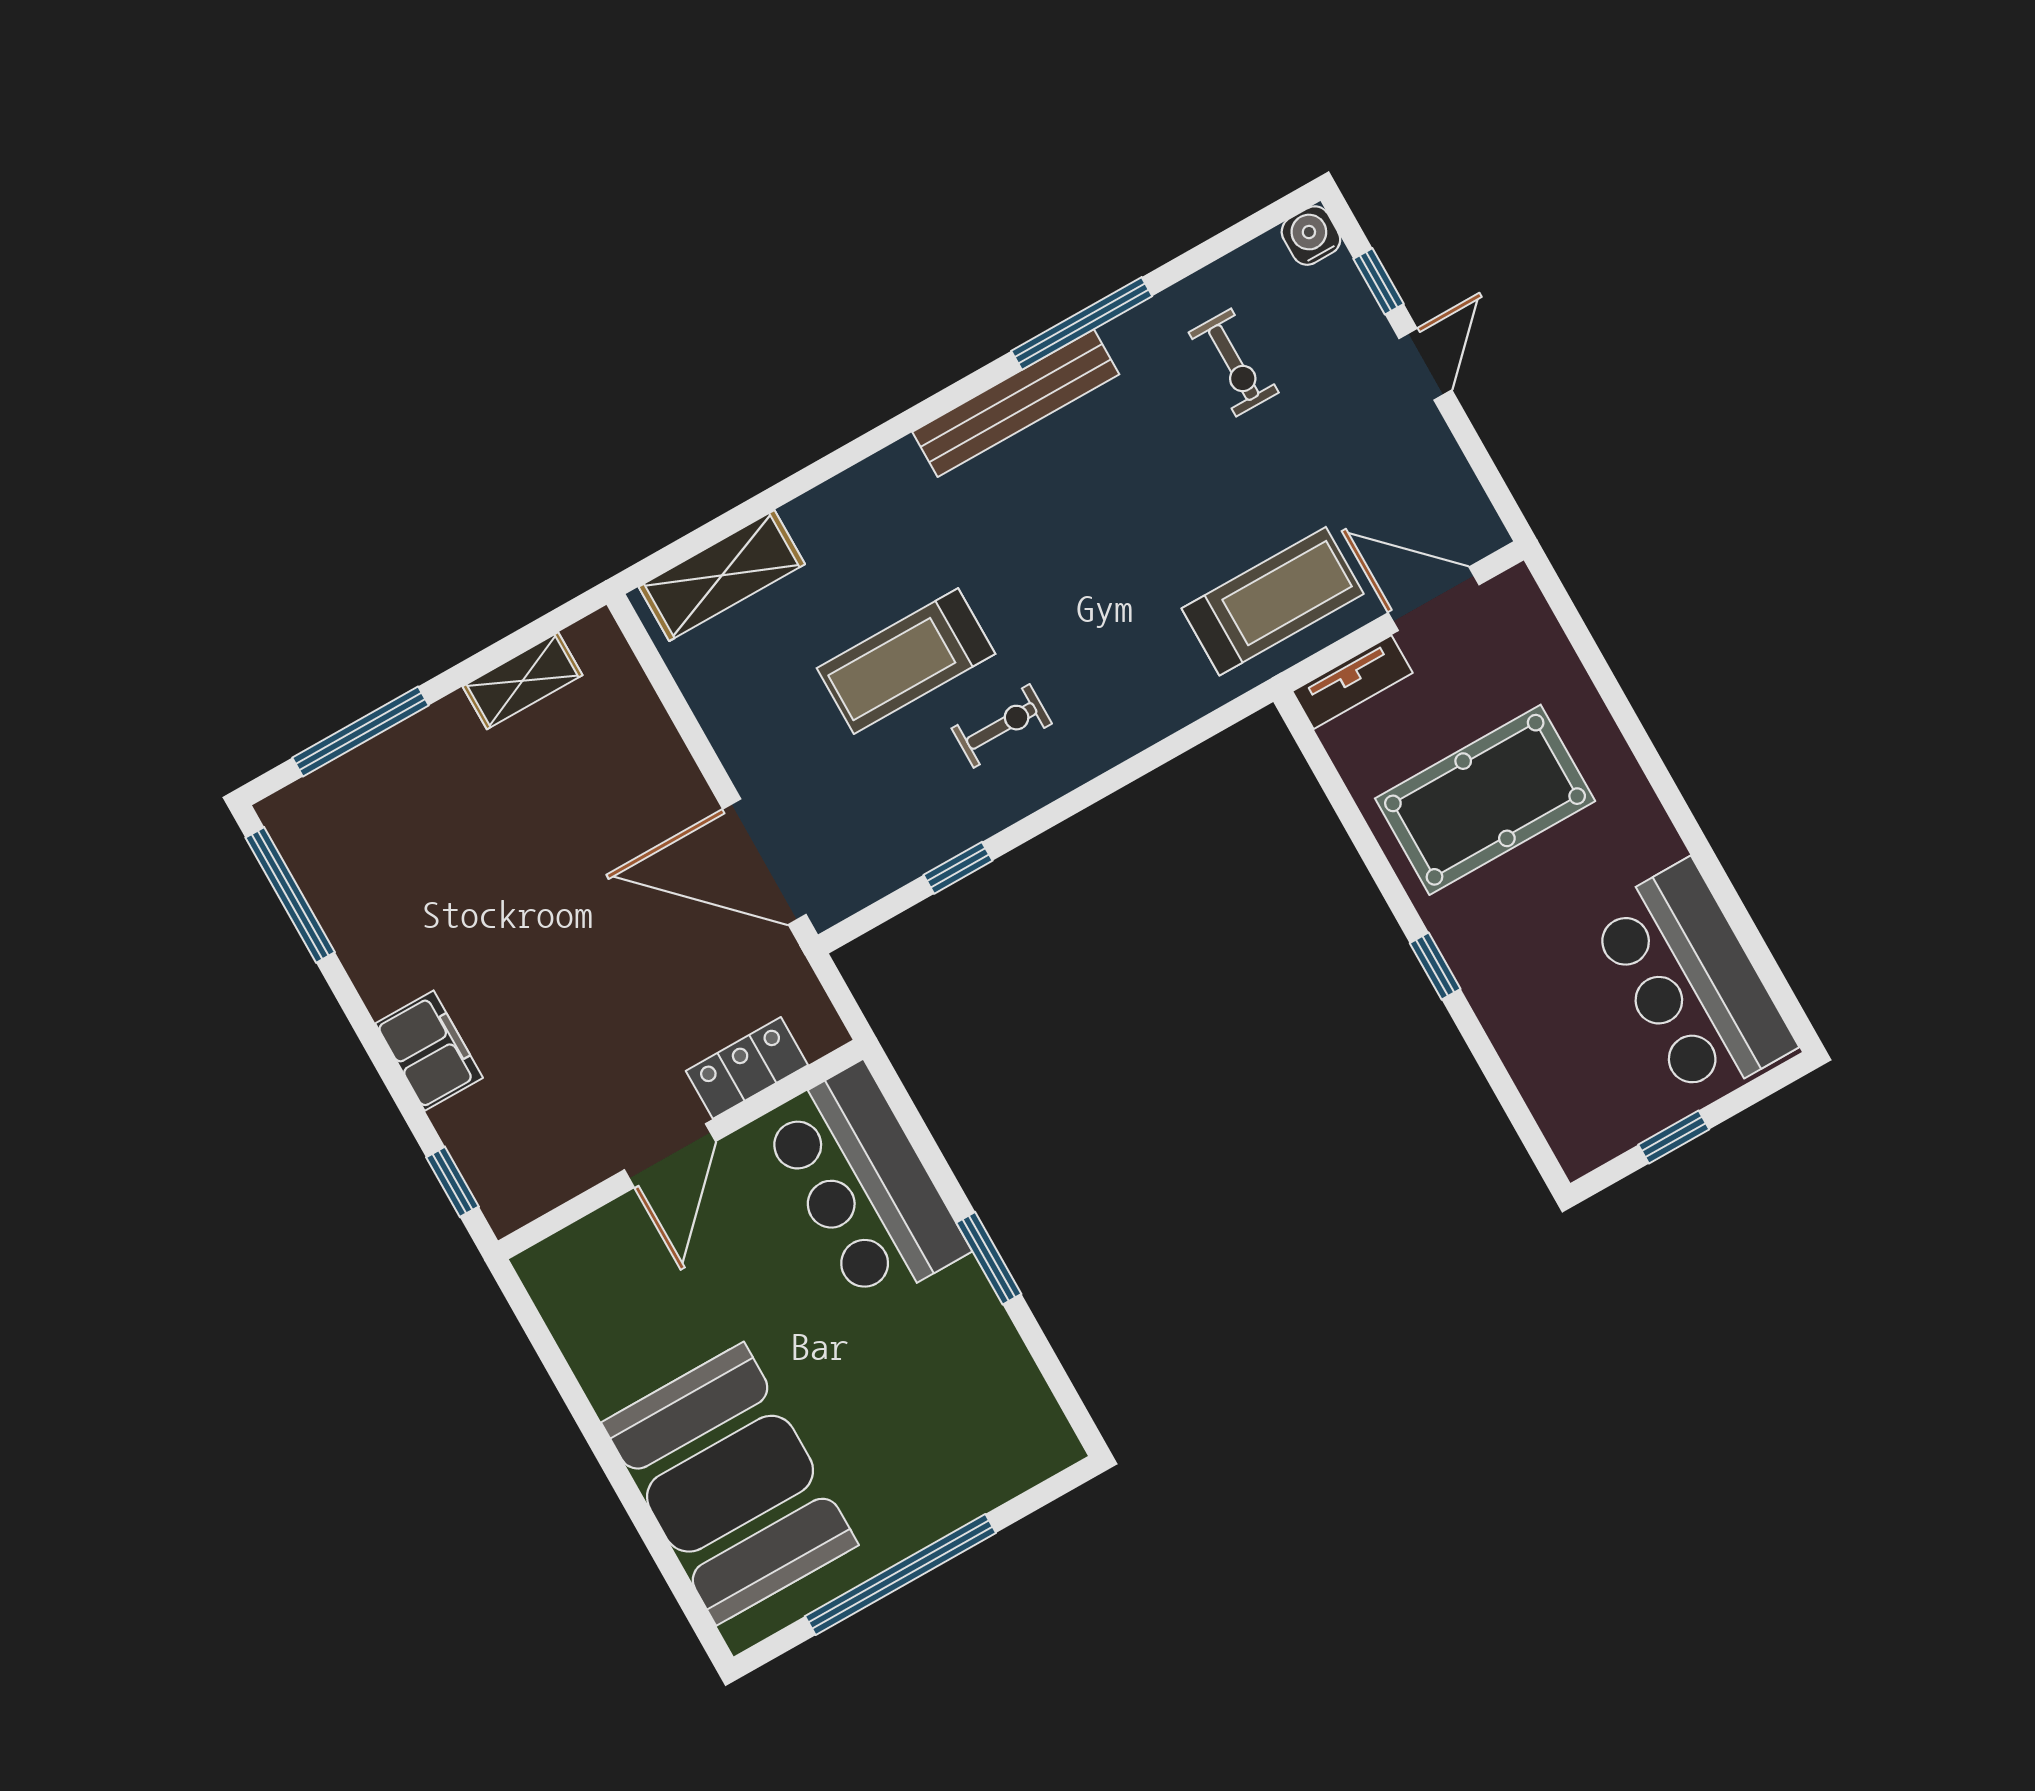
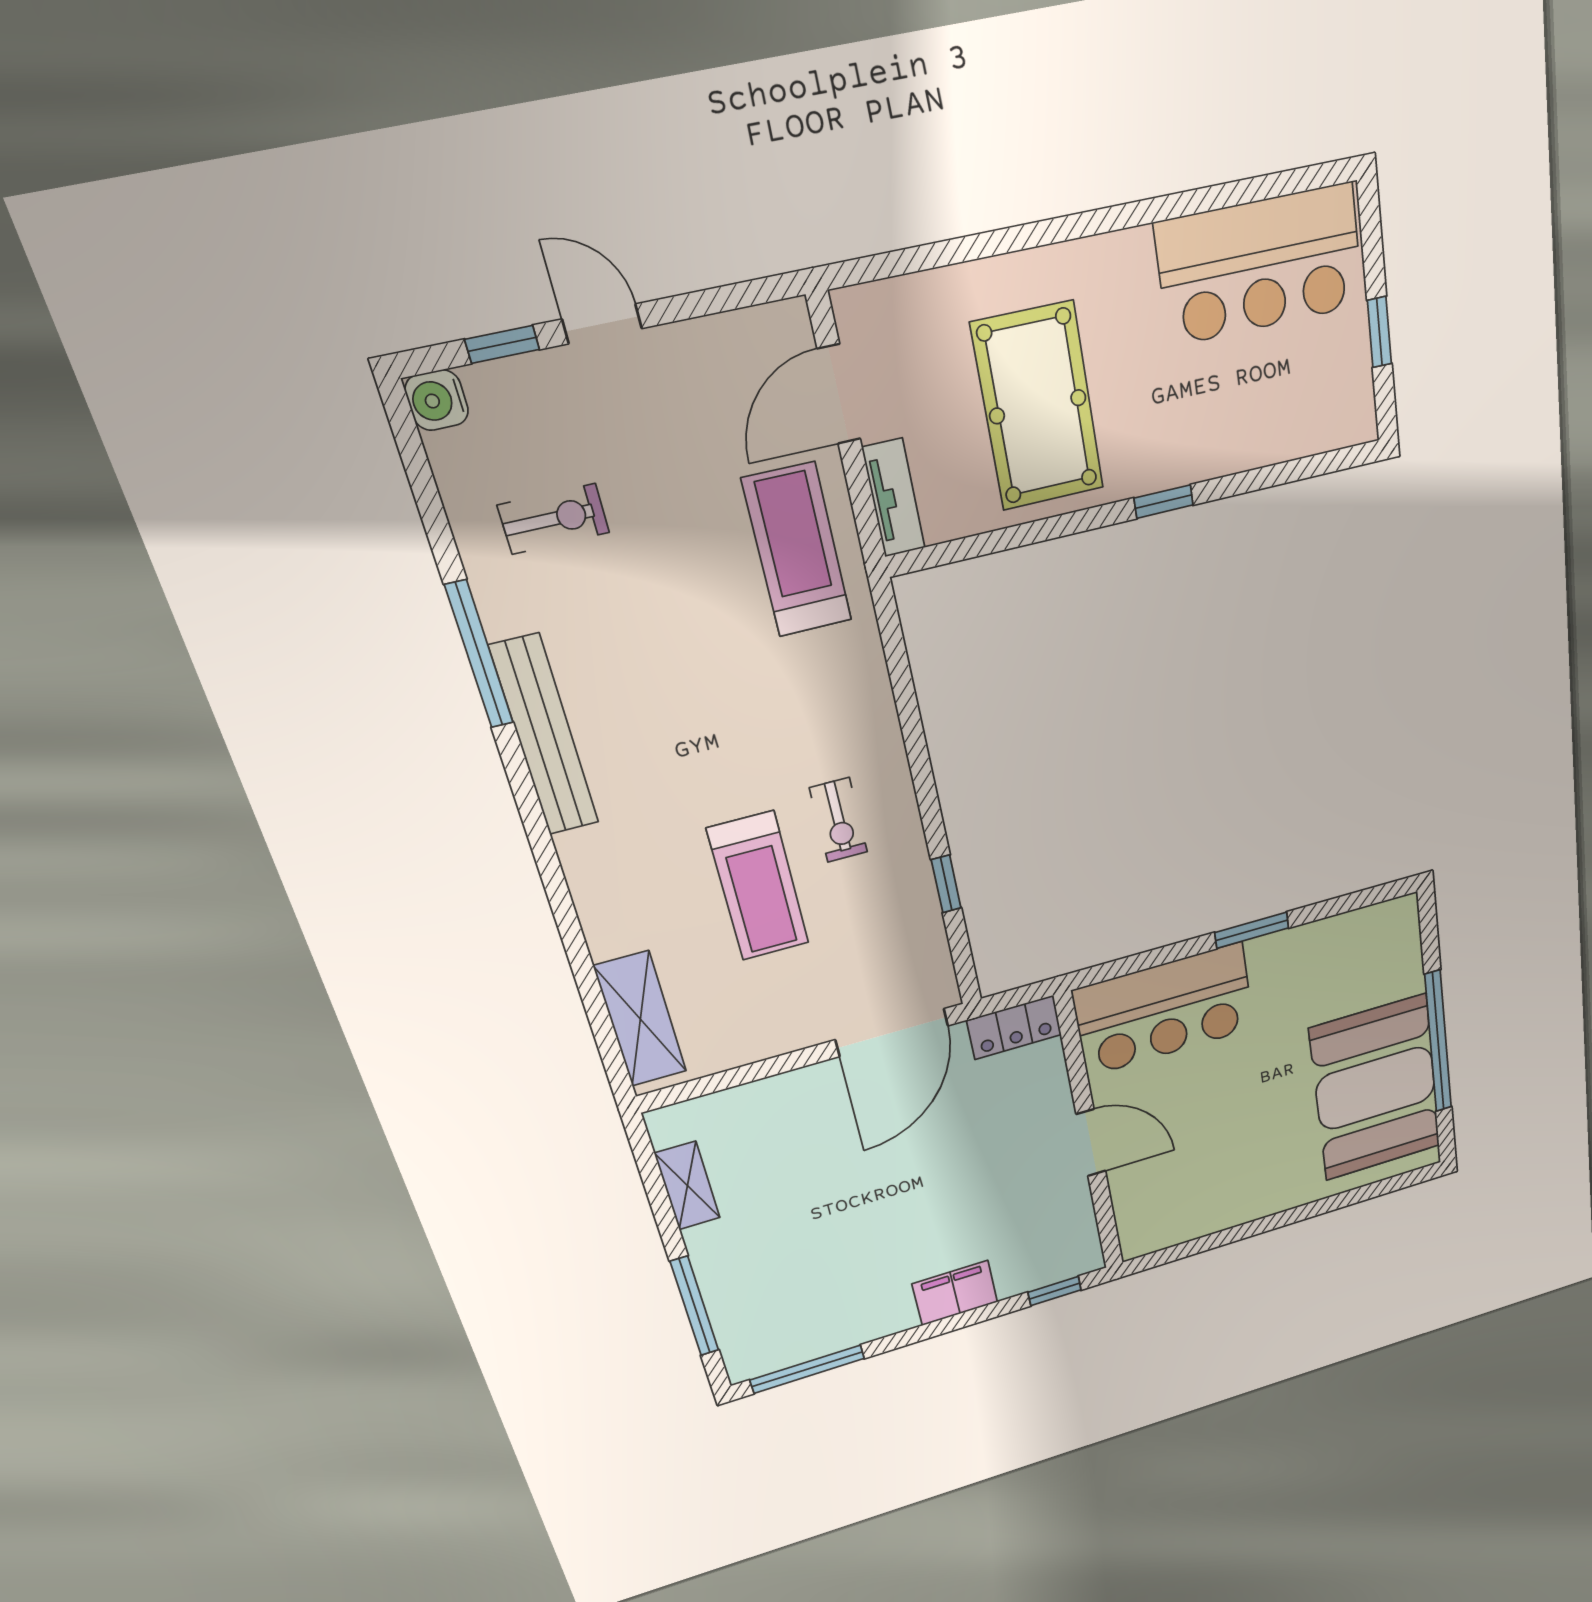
exercise bike: (1002, 726) -> (839, 820), turned 180
locker: (747, 1068) -> (1014, 1027), moved, turned -90
booth: (730, 1484) -> (1376, 1088), moved, turned 90

